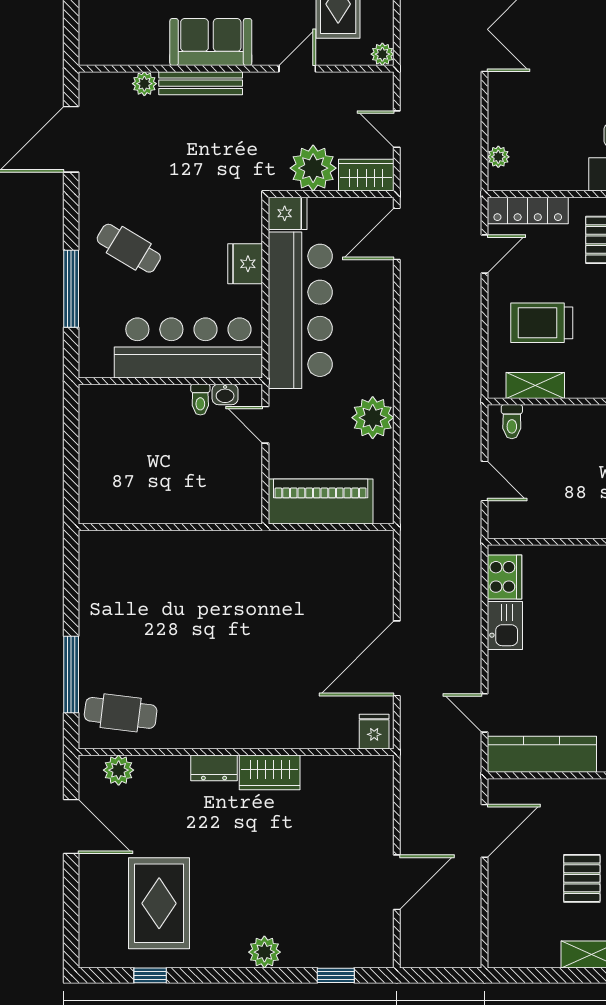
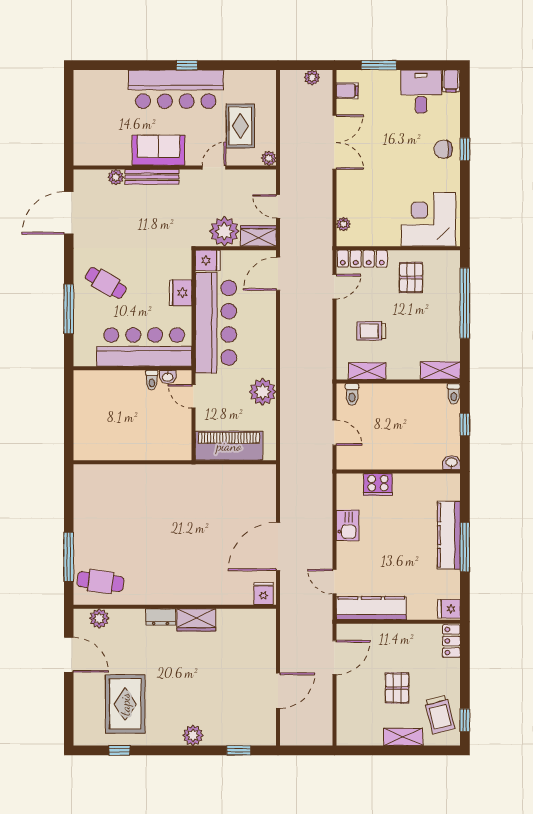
trolley: (542, 323) -> (371, 331), width x0.73, depth x0.72
cooker: (504, 577) -> (378, 484), moved, turned 90

